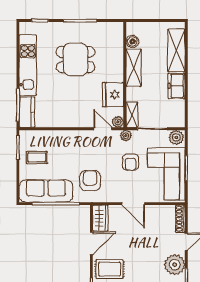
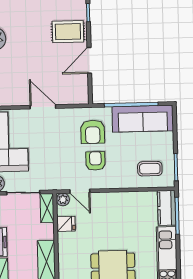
fridge: (113, 95) -> (66, 224), width x0.53, depth x0.75
plant: (126, 136) -> (53, 184), removed
coffee table: (37, 158) -> (150, 169), moved
armchair: (131, 162) -> (95, 161), moved
wardrobe: (100, 218) -> (80, 90), removed

